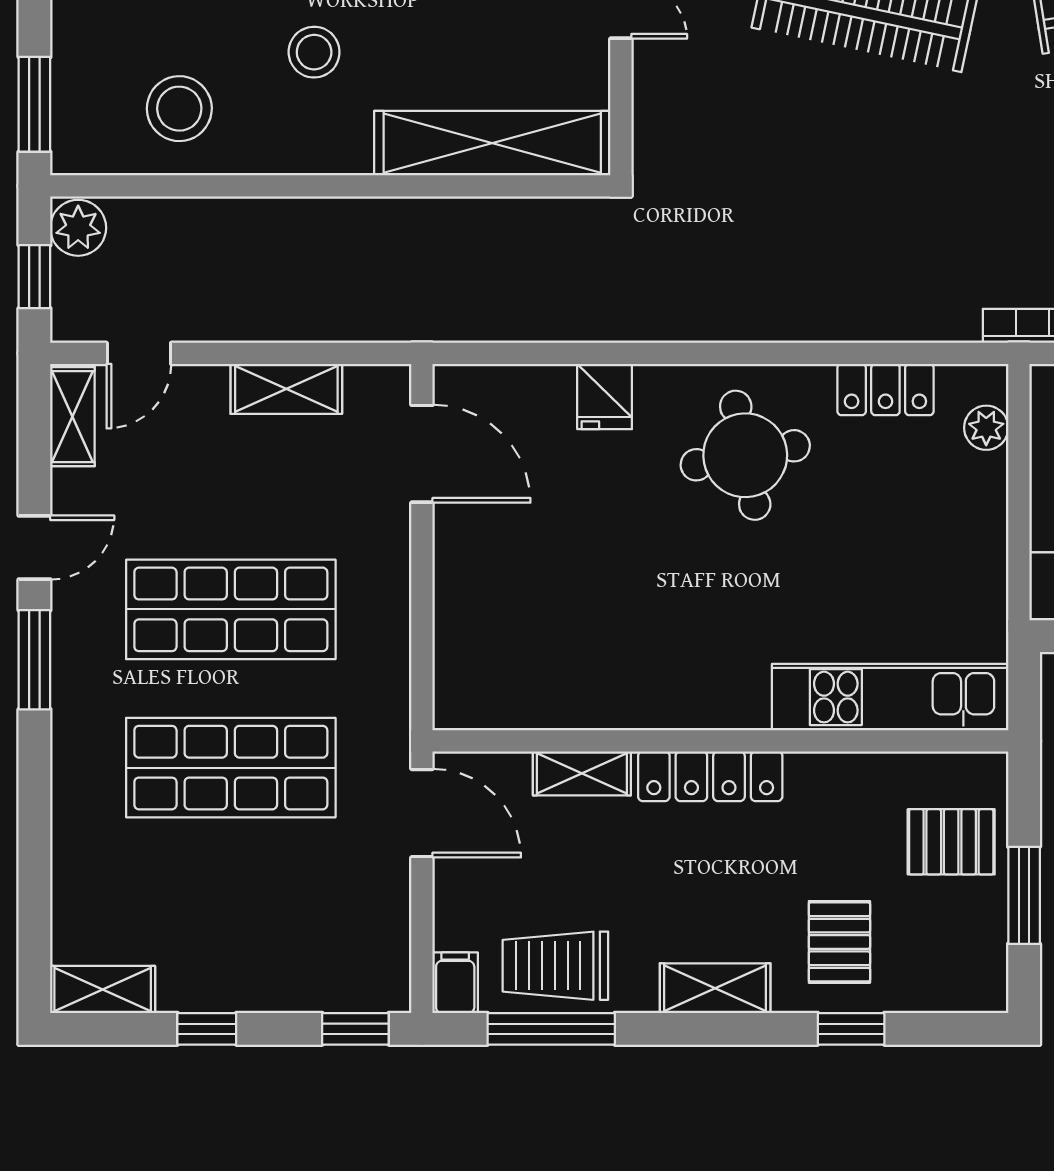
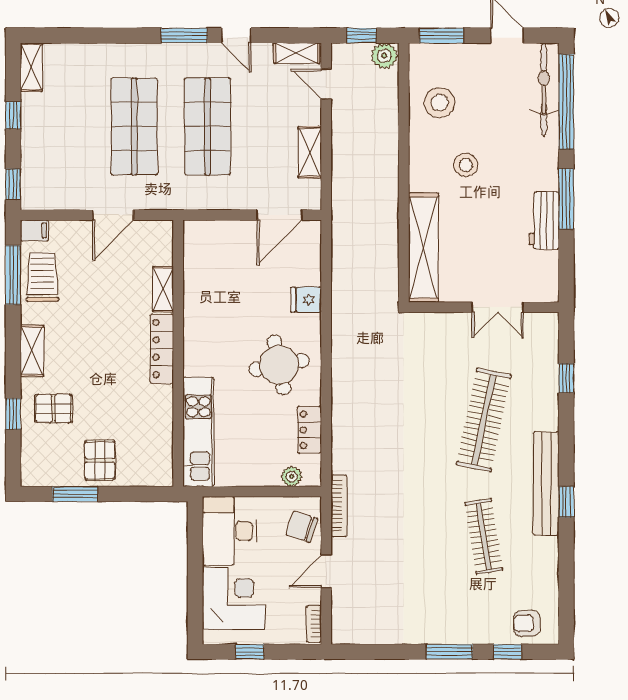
kitchen unit: (890, 697) -> (198, 432), moved
wall: (720, 741) -> (178, 353), moved
shelving: (582, 773) -> (163, 289), moved
locker: (710, 776) -> (162, 349), moved

